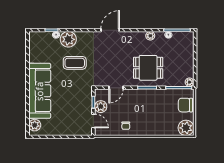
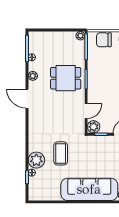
door: (110, 30) -> (27, 99), moved
dining table: (148, 68) -> (66, 78), turned 90
door: (116, 88) -> (86, 111), hinge flipped
chair: (185, 105) -> (104, 40), turned 90
plant: (101, 107) -> (94, 127), moved

